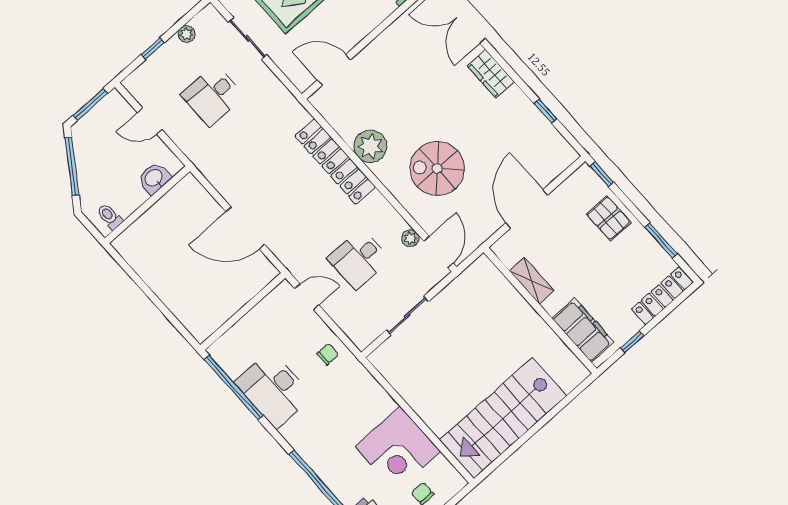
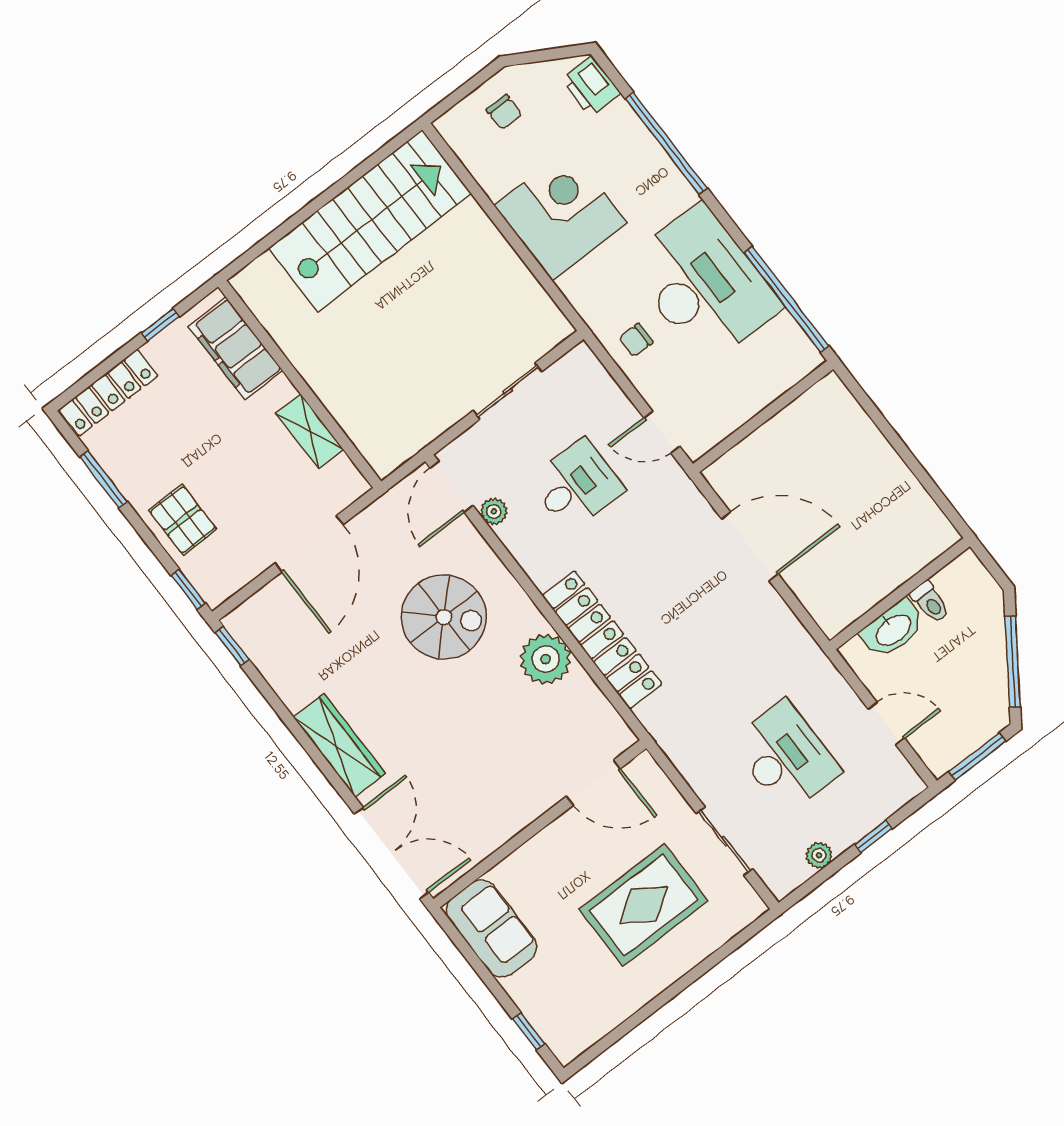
wardrobe: (491, 74) -> (339, 745), width x1.50
desk: (212, 95) -> (786, 757), width x1.37
window: (545, 111) -> (232, 646), moved
washbasin: (154, 178) -> (893, 629), width x1.38
toilet: (110, 217) -> (930, 602), moved
desk: (274, 389) -> (704, 284), width x1.36, depth x1.30
corner desk: (398, 449) -> (560, 214), moved

